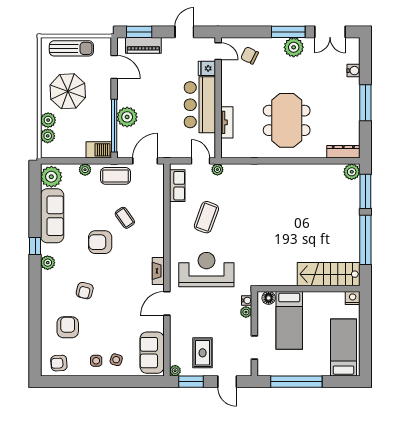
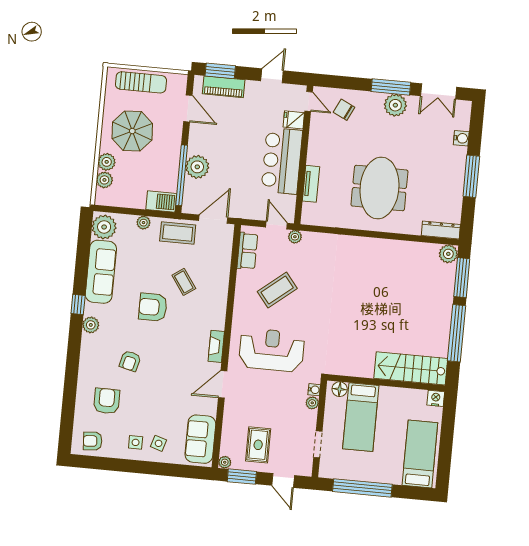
coffee table: (206, 217) -> (277, 290), turned 31

